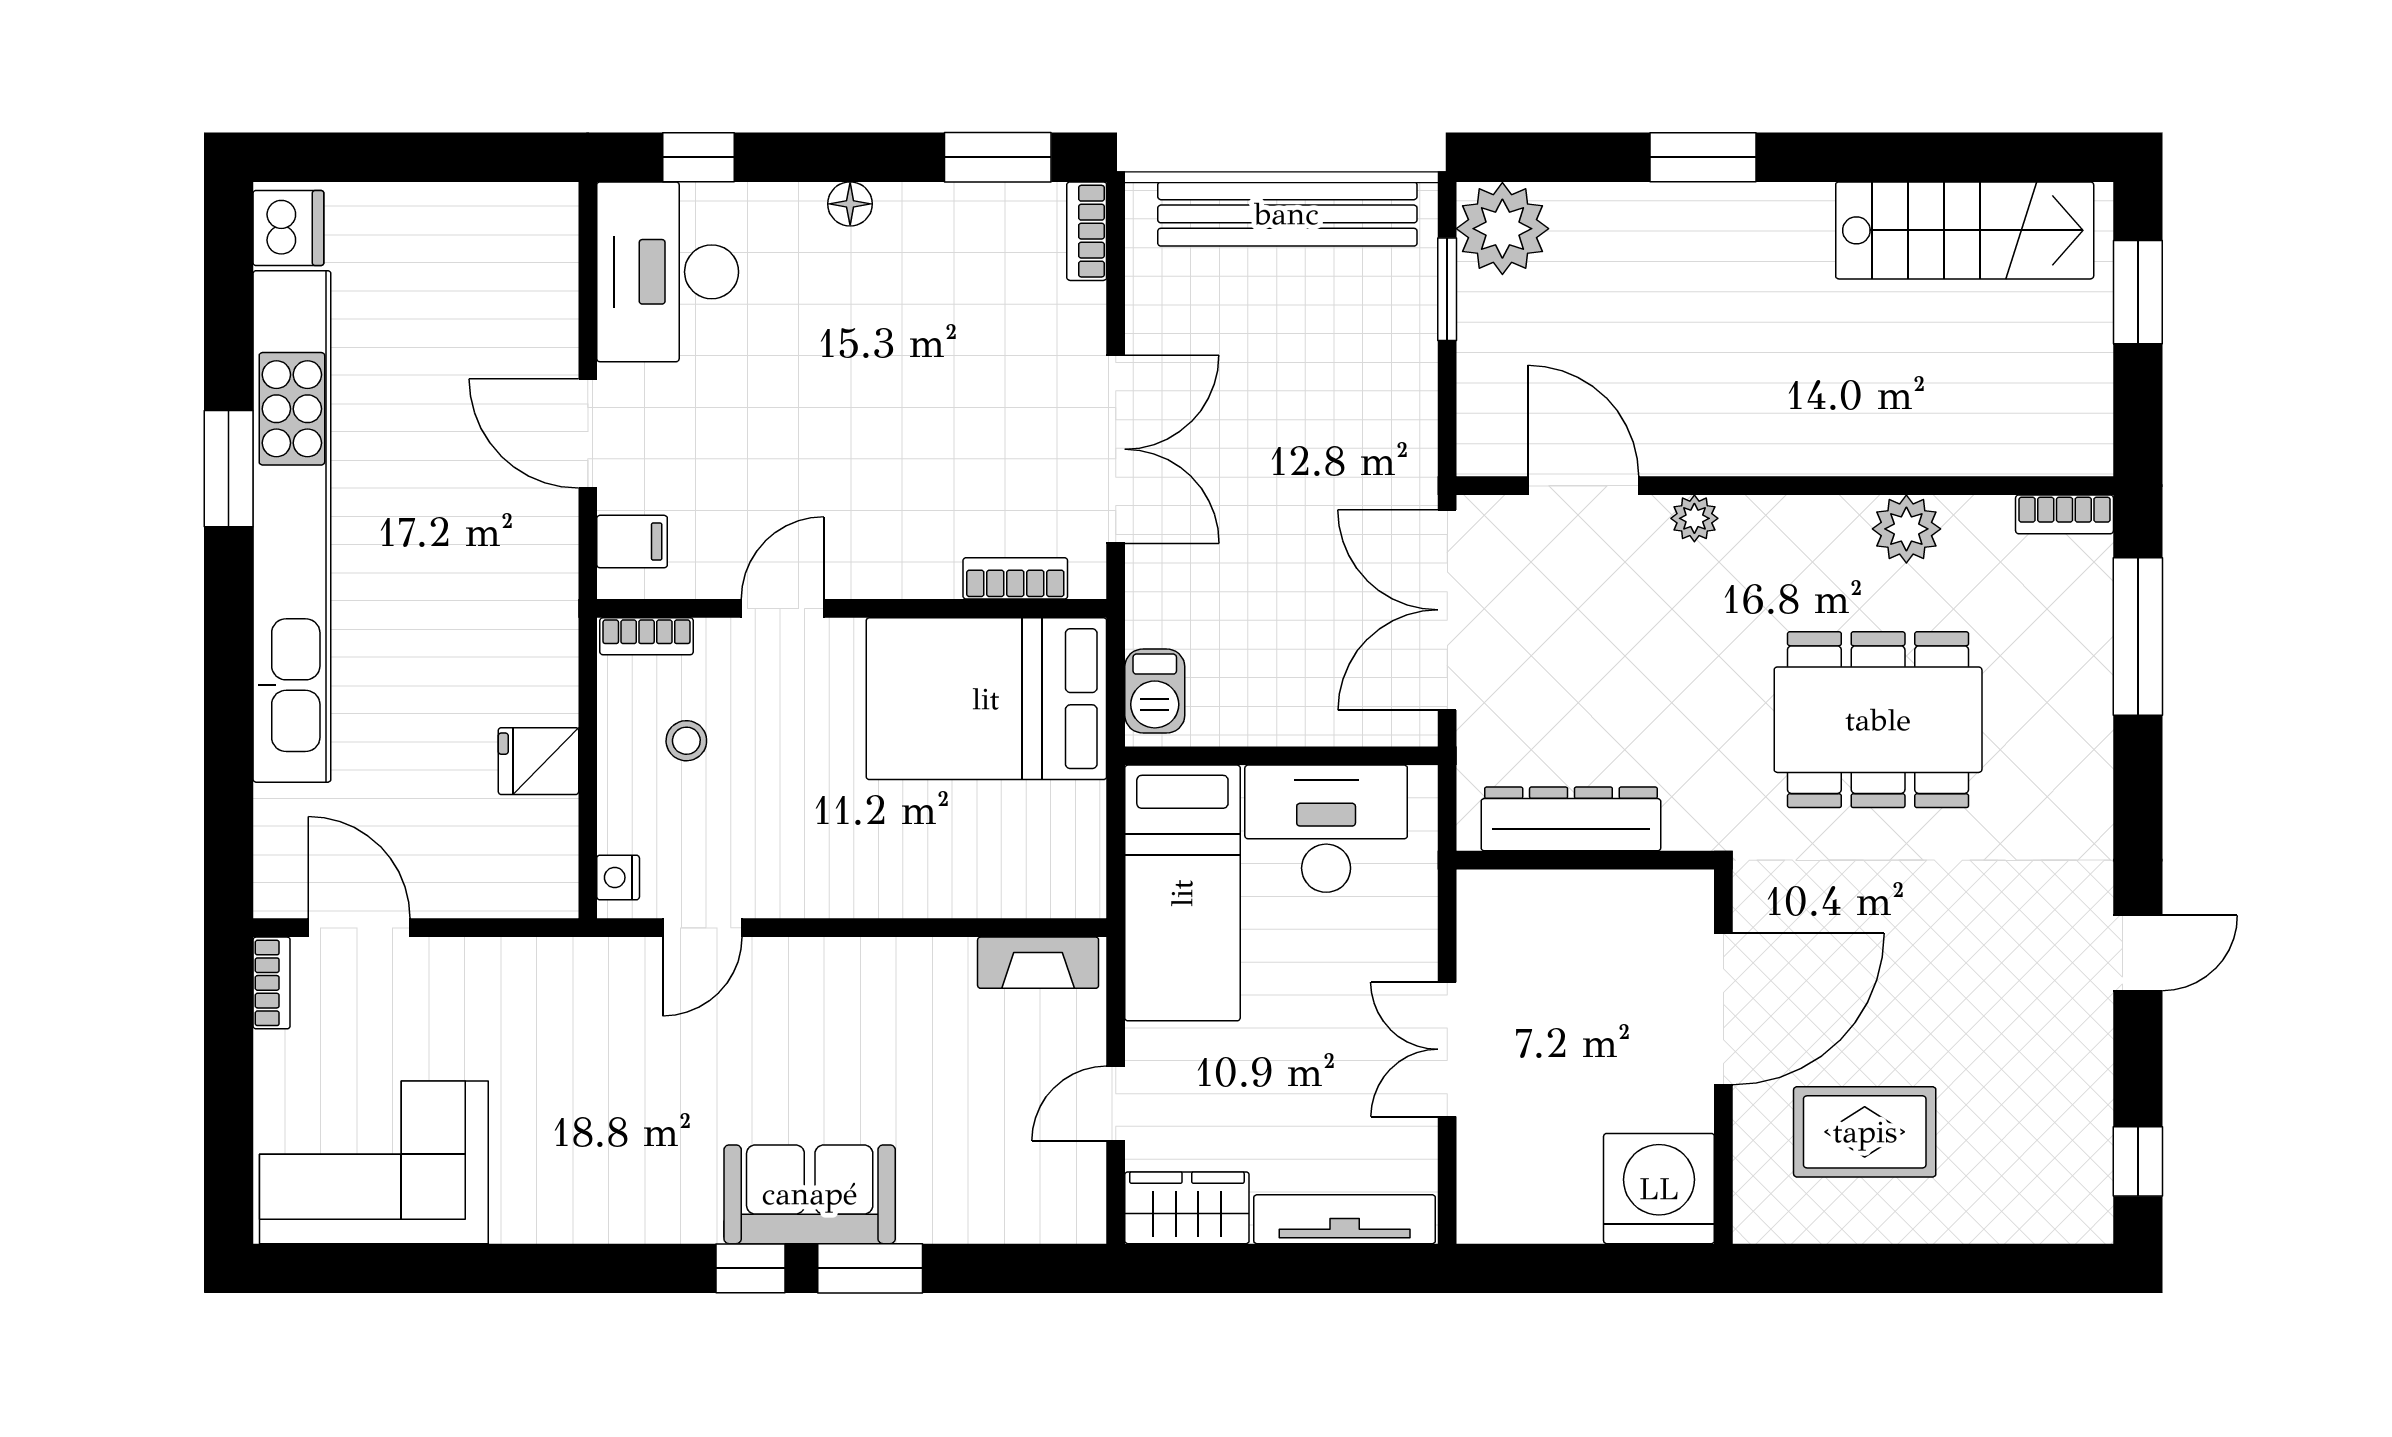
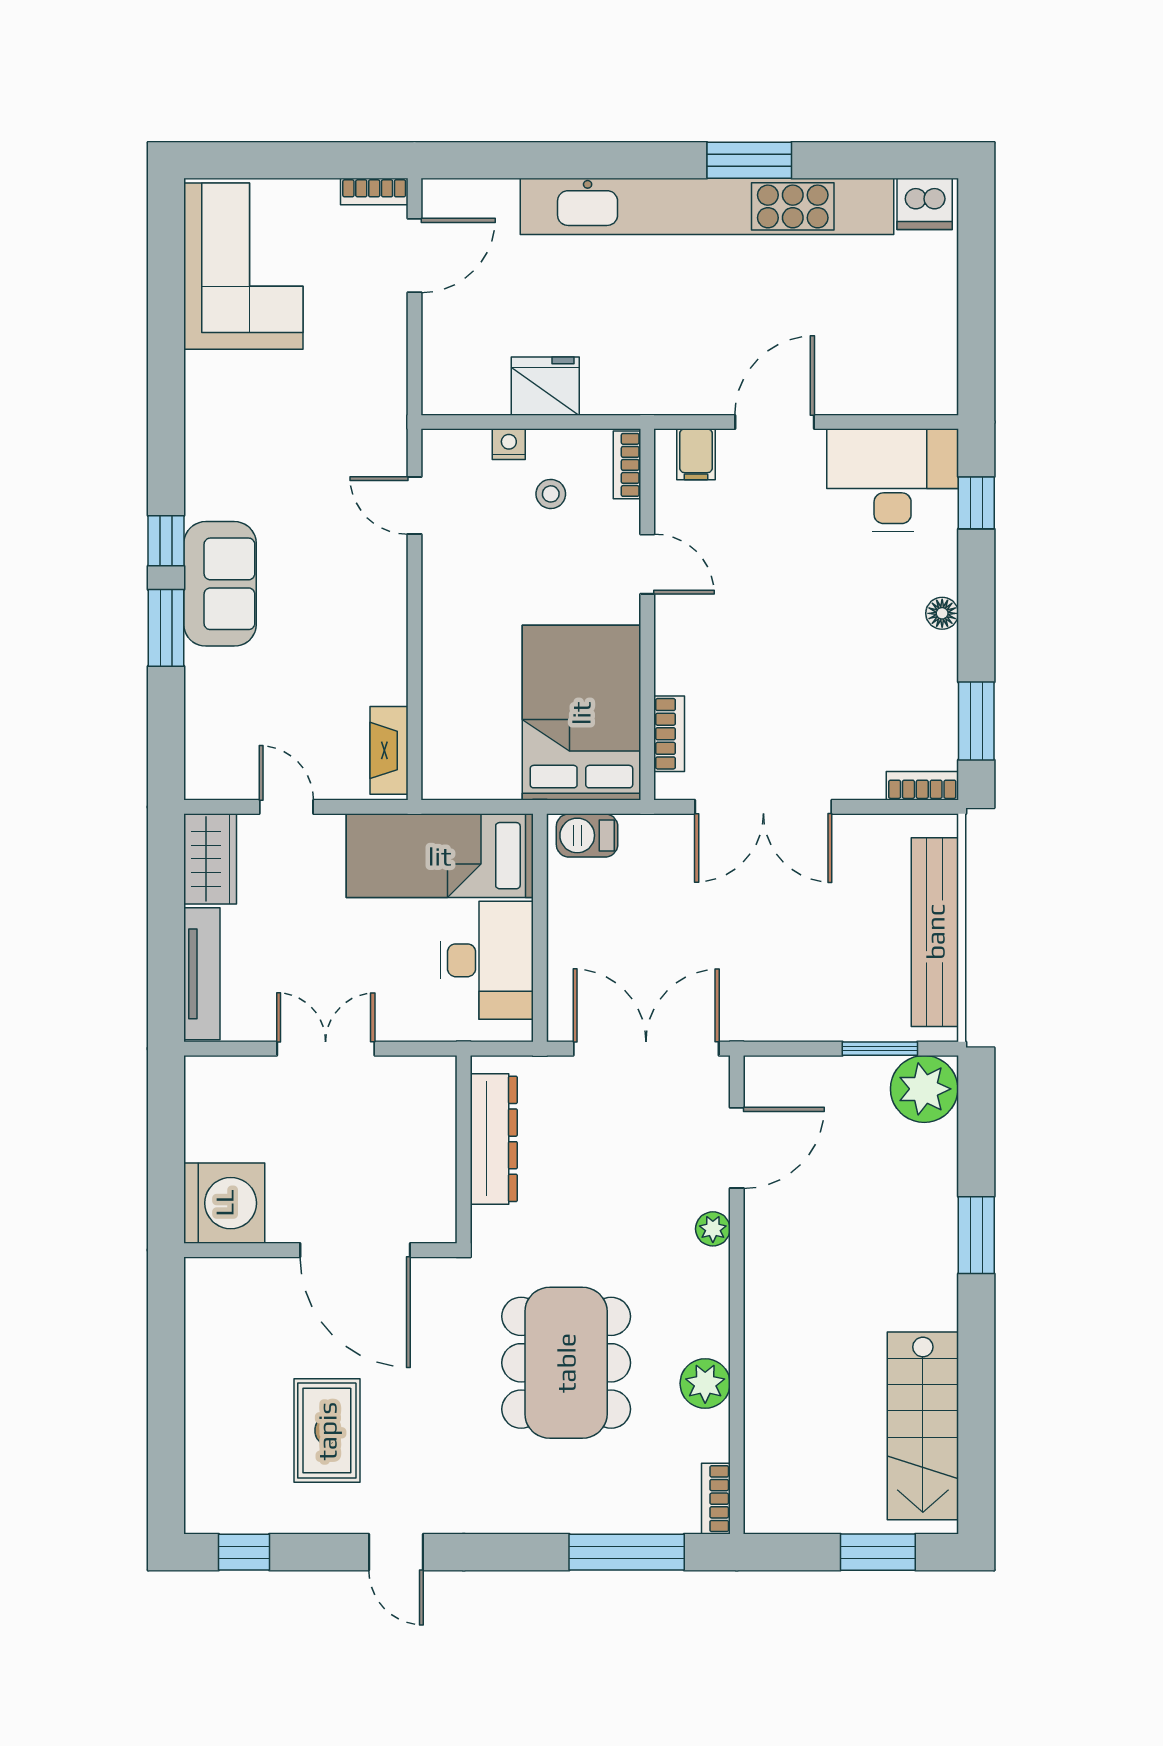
fridge: (538, 761) -> (545, 386), width x1.38
nightstand: (618, 877) -> (509, 444), moved
rug: (1865, 1132) -> (327, 1431), moved

